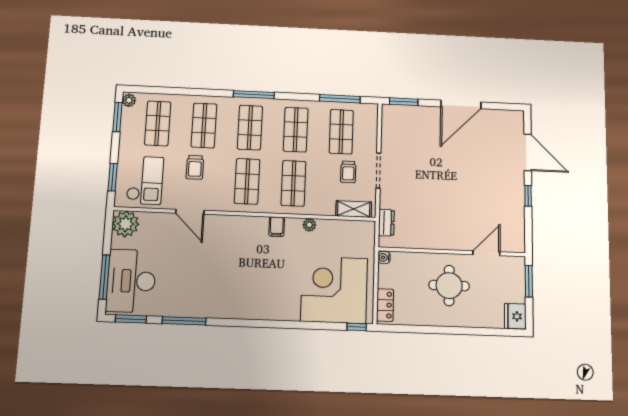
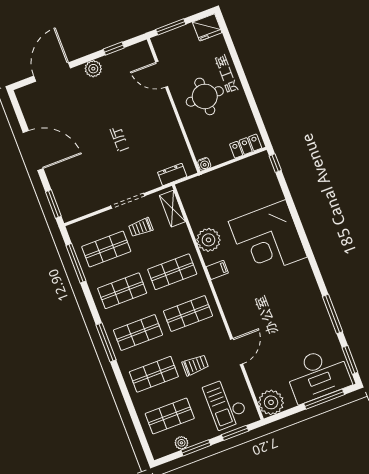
plant: (129, 100) -> (181, 443), moved
window: (117, 117) -> (196, 448), moved
trolley: (348, 172) -> (141, 227), turned 180
checkout: (145, 180) -> (226, 403), turned -90
plant: (516, 191) -> (93, 69), added
window: (528, 196) -> (114, 49), moved
plant: (309, 225) -> (208, 240), width x1.88, depth x1.88
corner desk: (334, 290) -> (268, 239), moved

